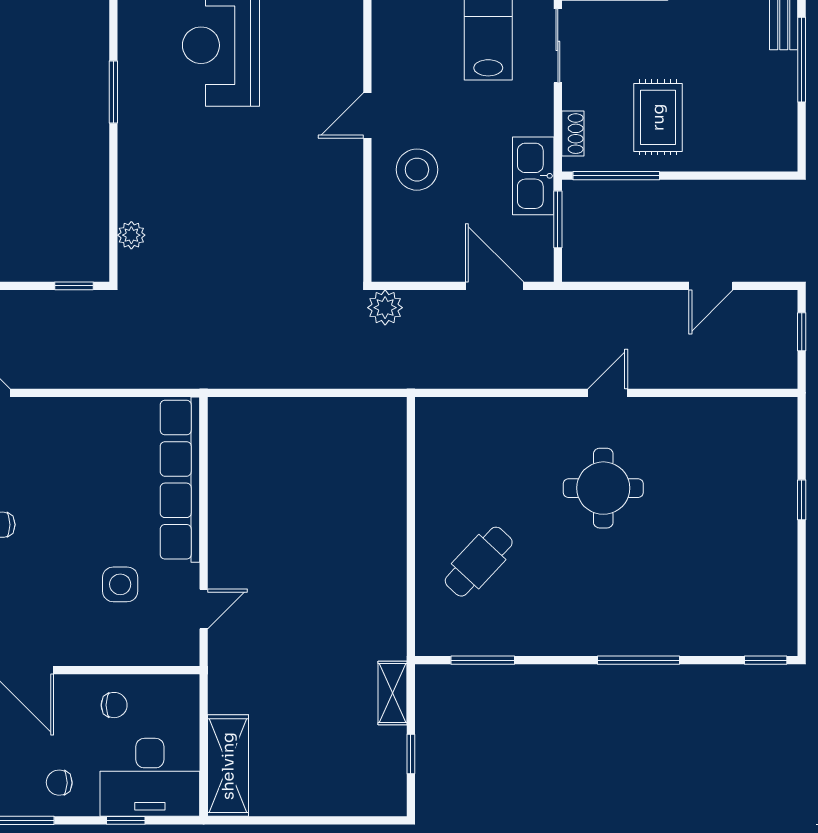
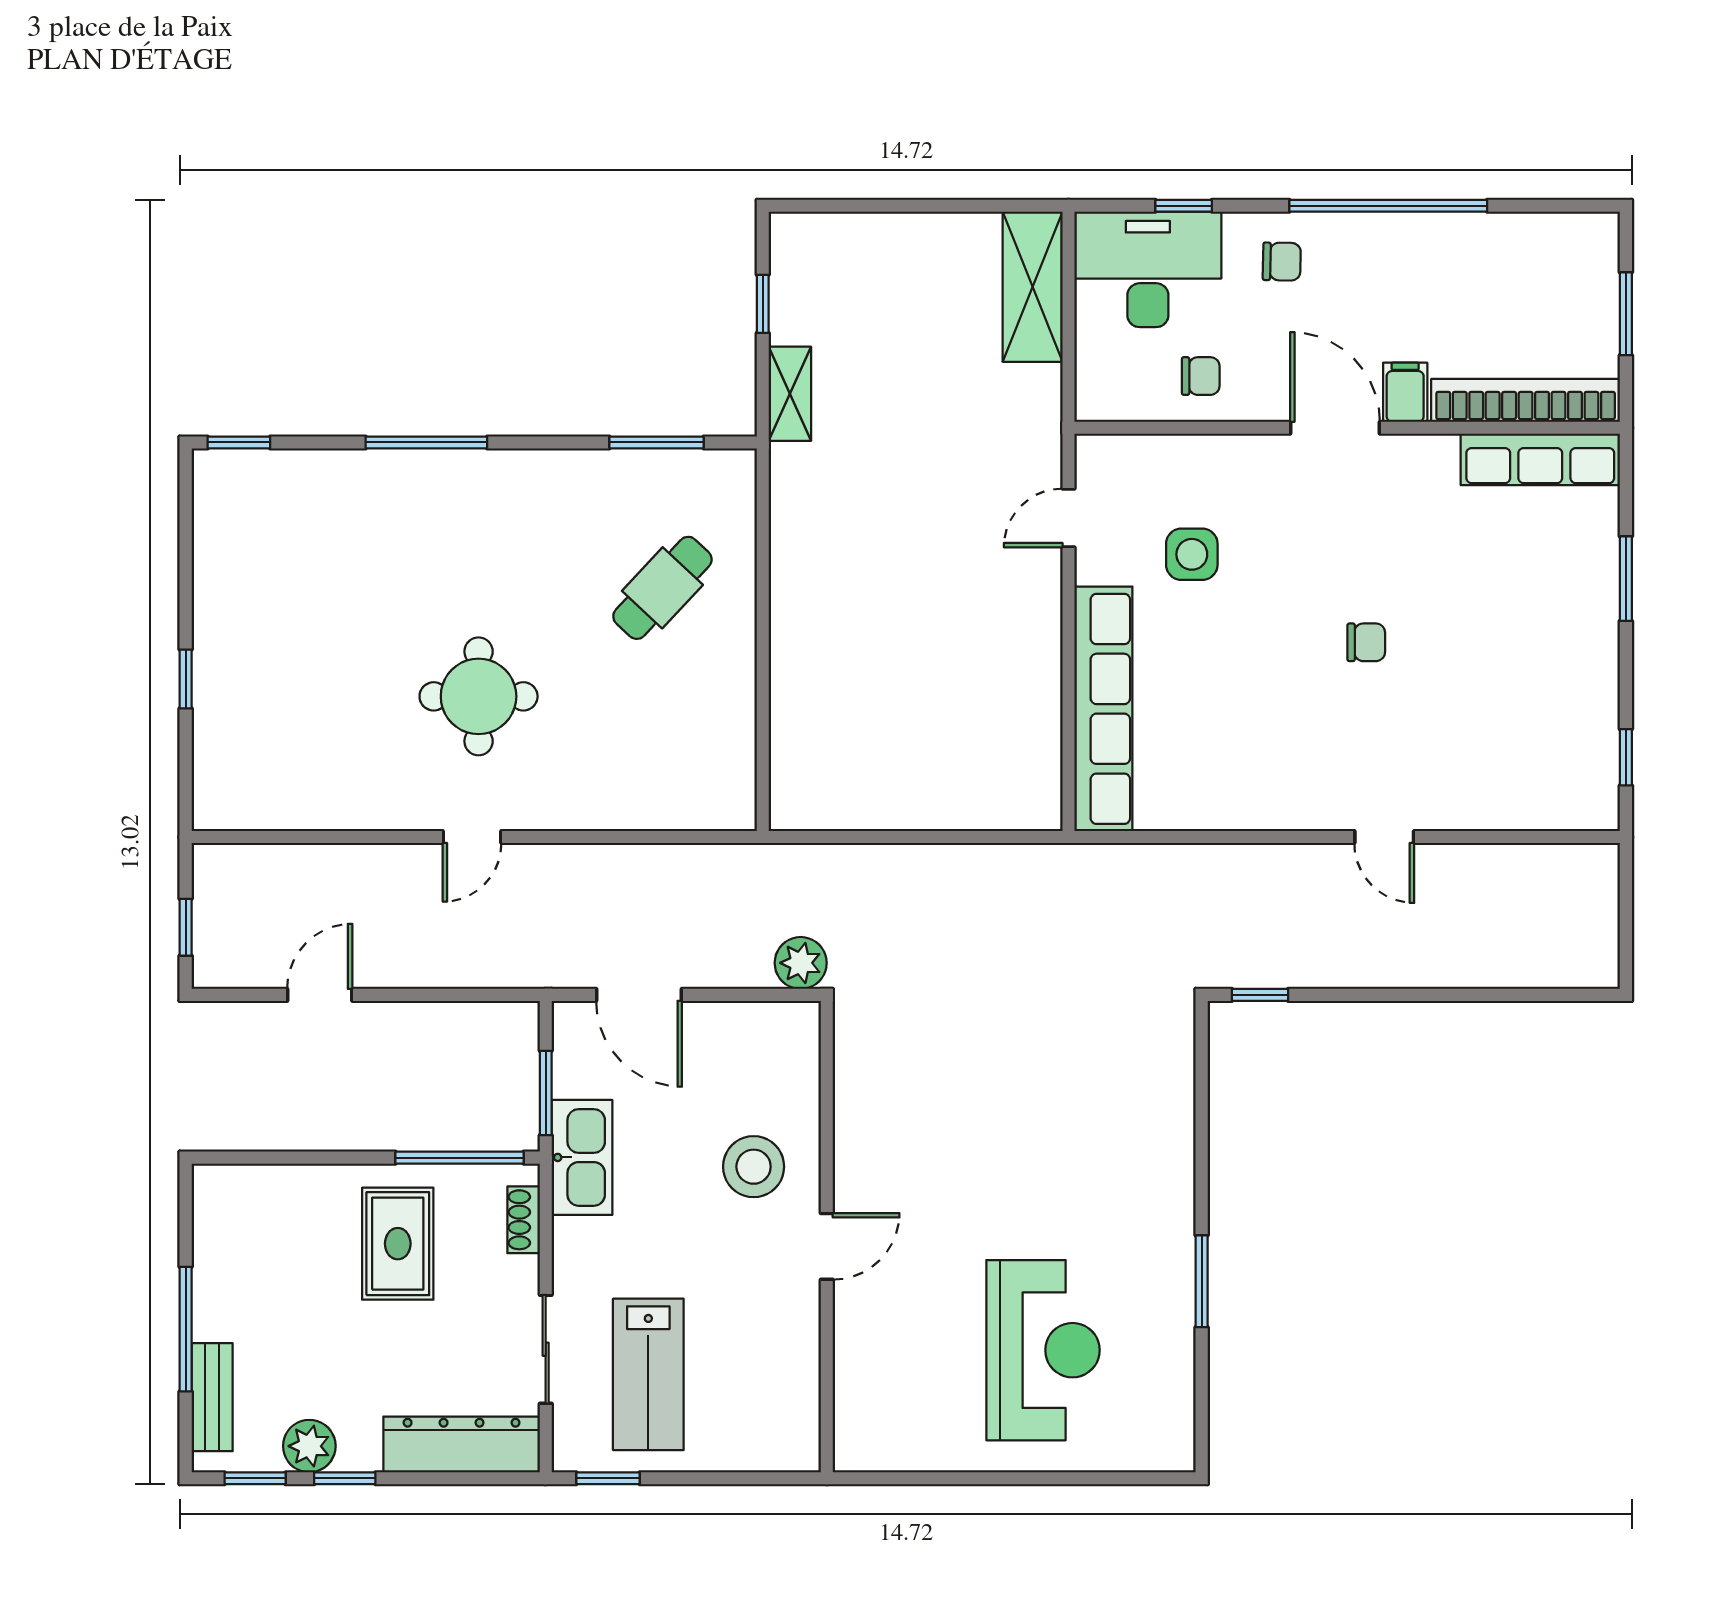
plant: (131, 235) -> (1175, 1070), removed
chair: (114, 705) -> (1201, 376), turned 180

